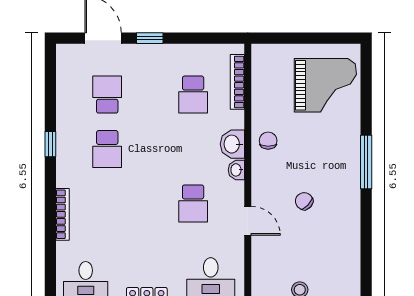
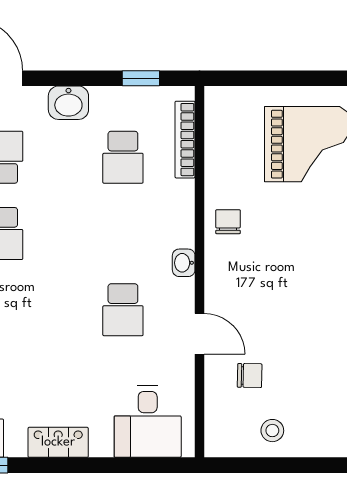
window: (150, 38) -> (141, 78), moved
washbasin: (232, 144) -> (68, 103), moved, turned -90
chair: (304, 201) -> (250, 376), moved, turned 137

